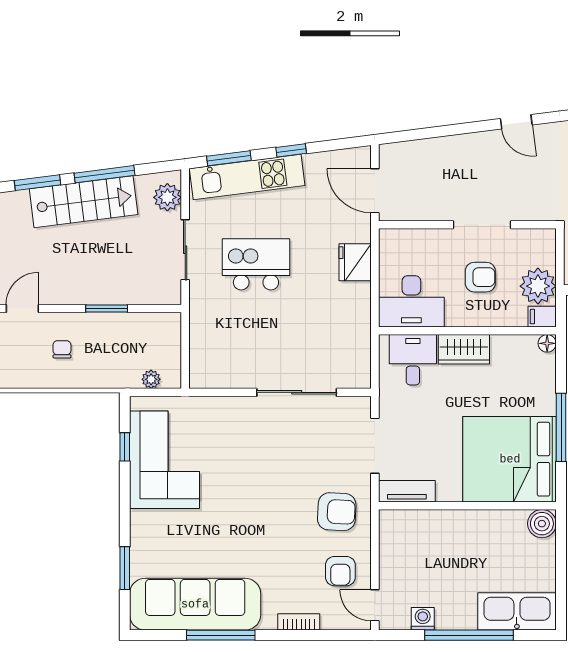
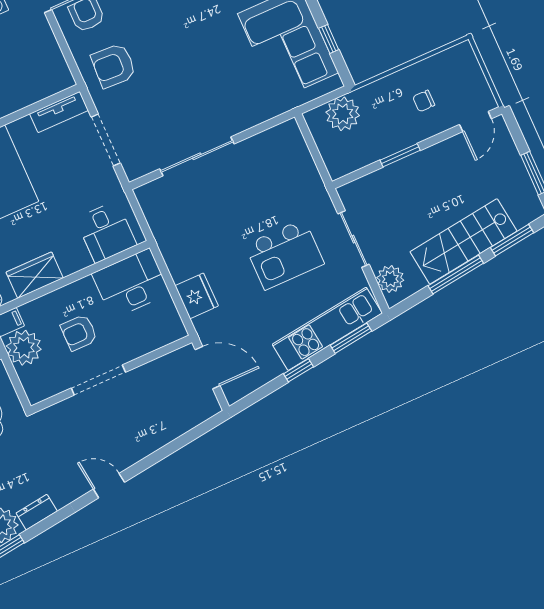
chair: (62, 349) -> (424, 101), turned 90
wardrobe: (464, 349) -> (35, 275), moved
plant: (151, 379) -> (343, 114), width x1.87, depth x1.87

